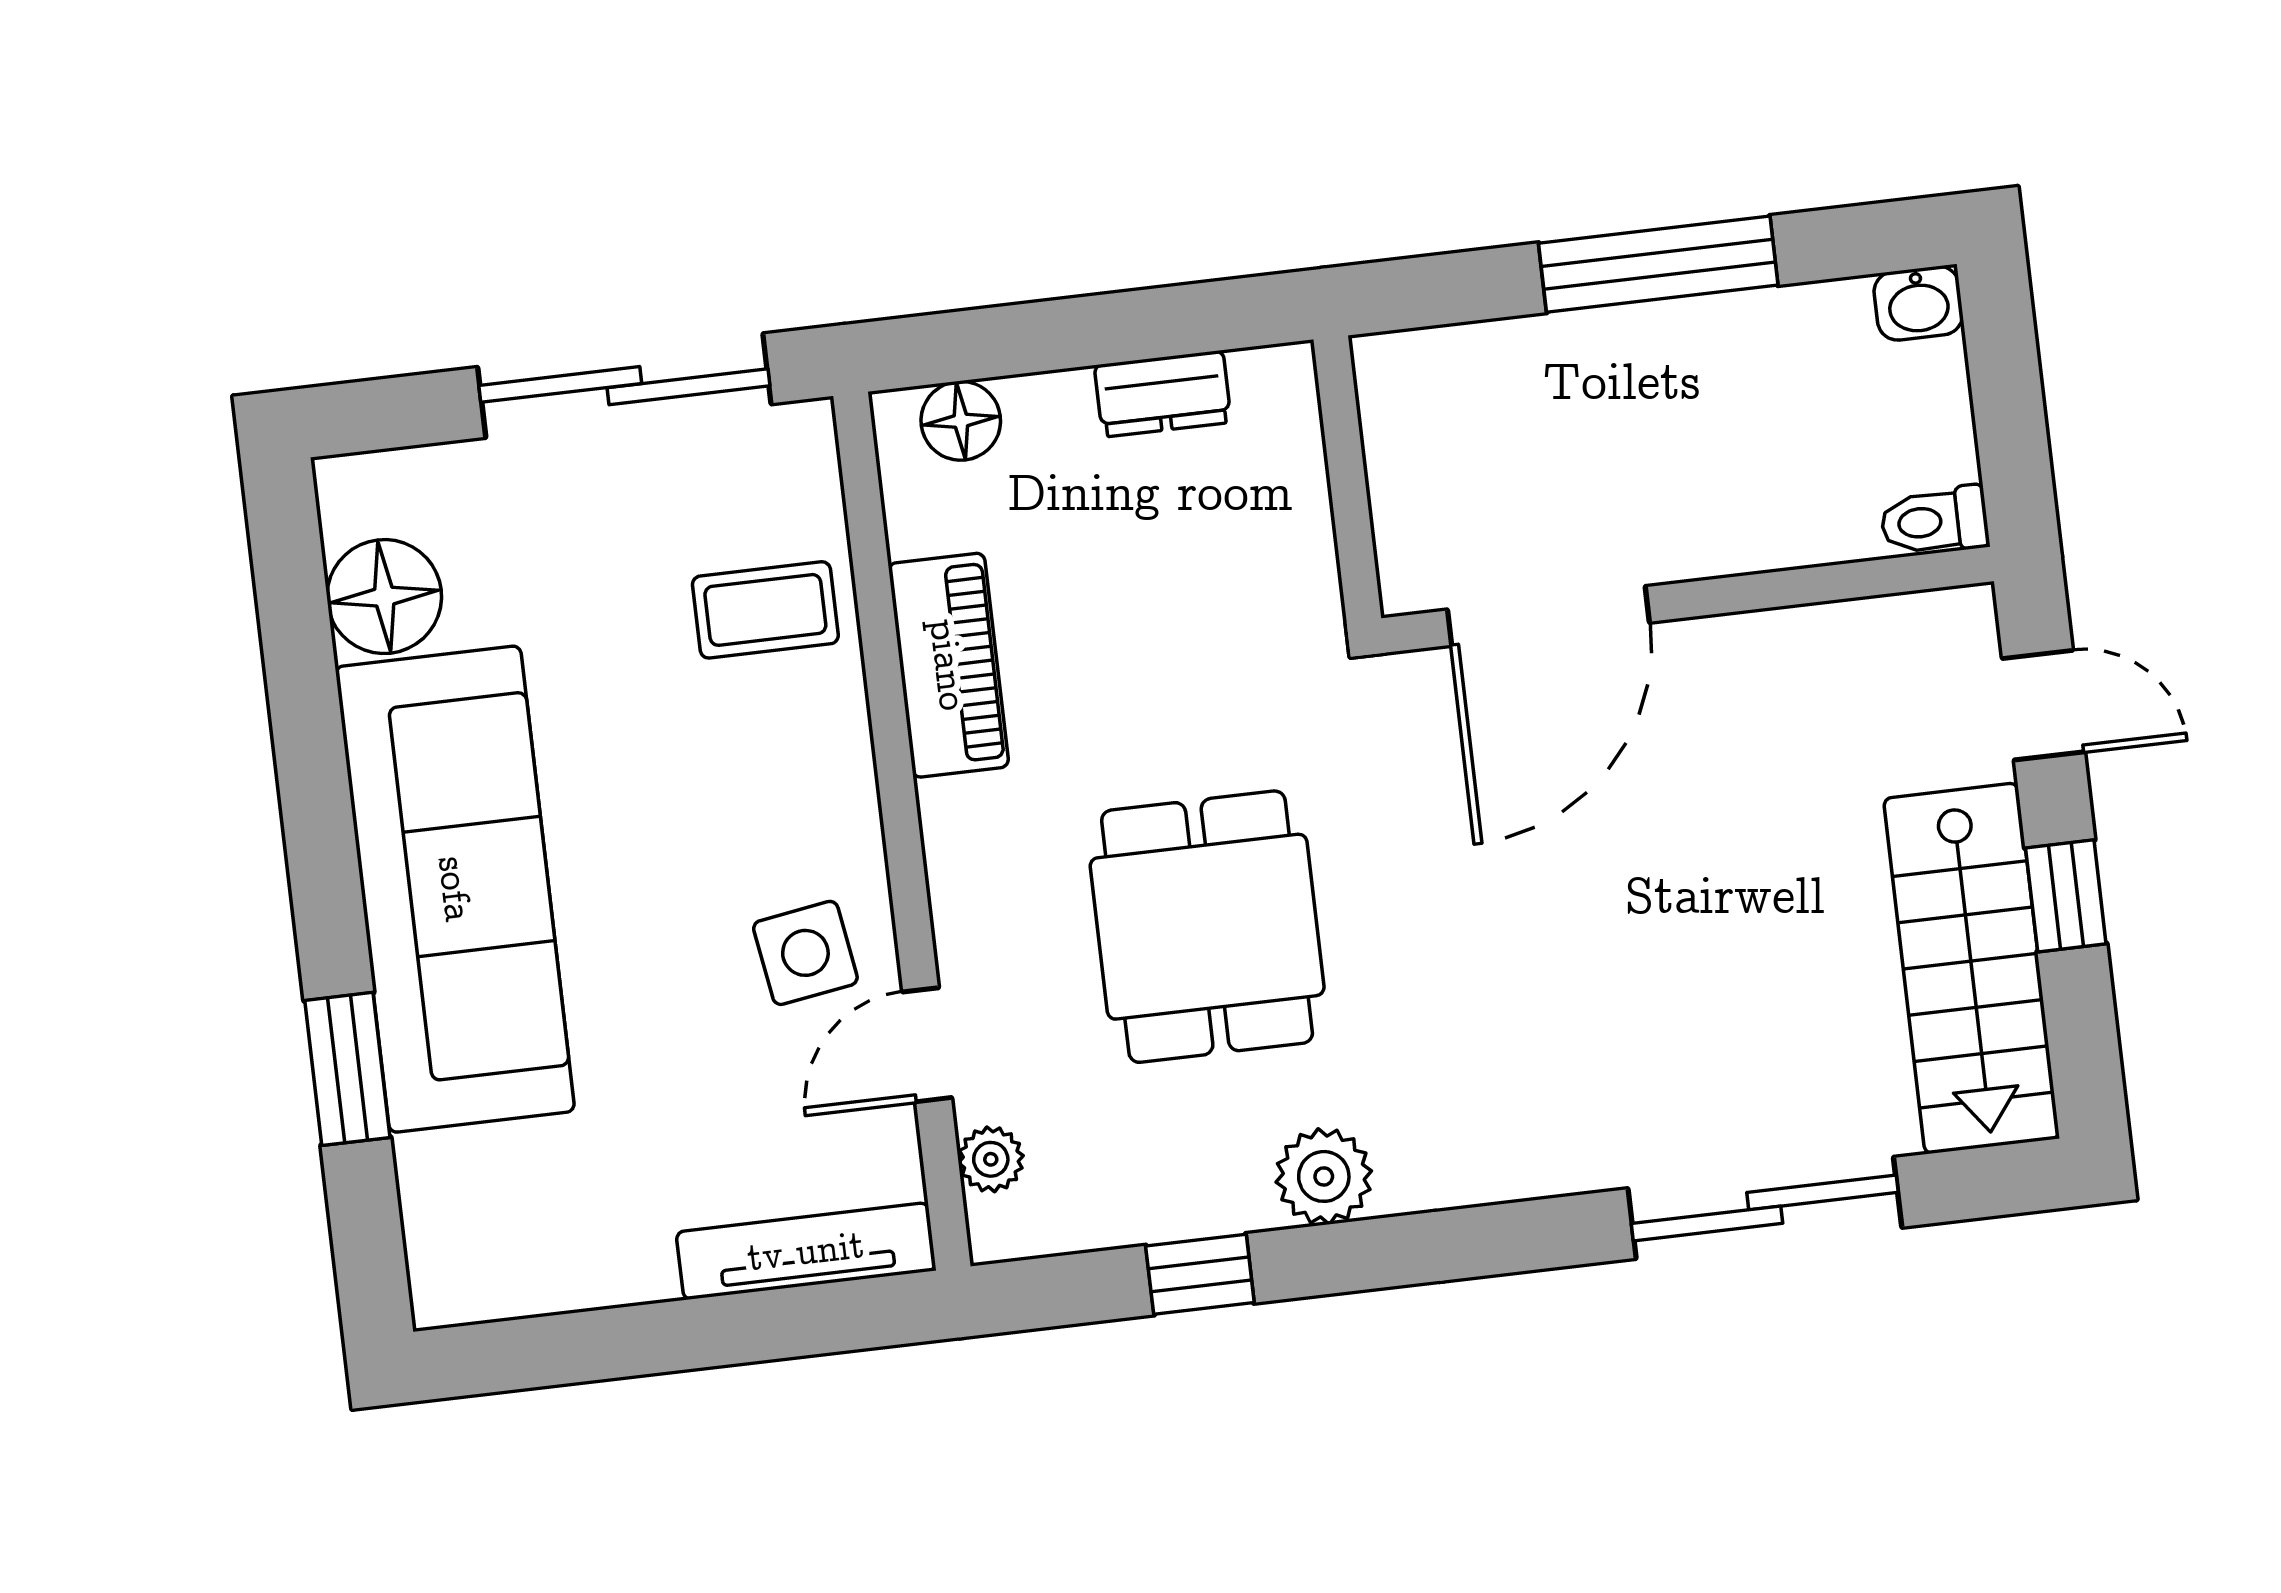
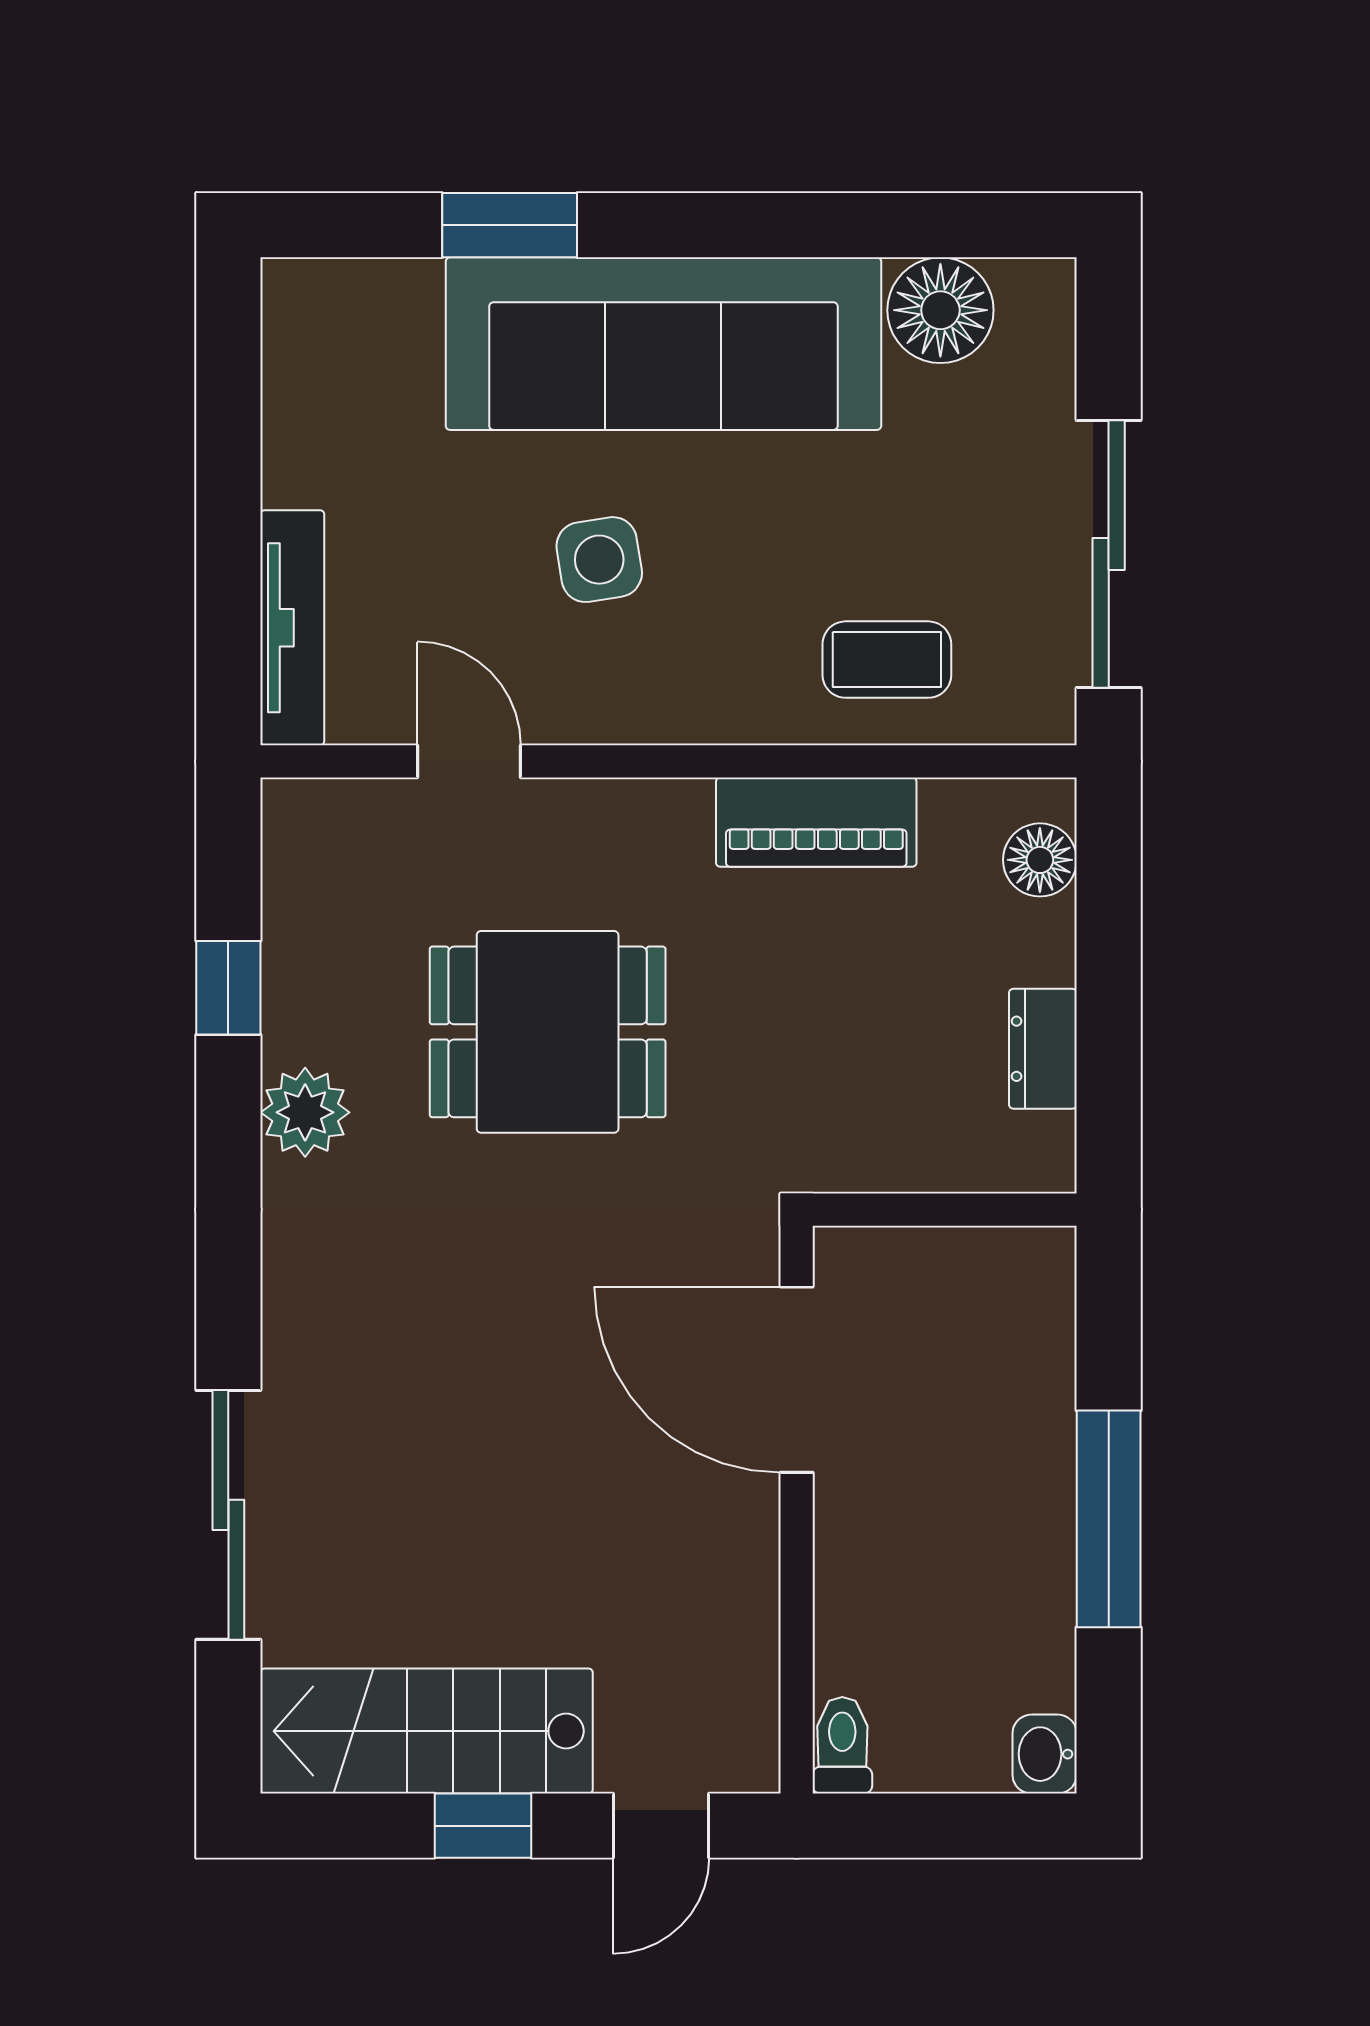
coffee table: (765, 610) -> (887, 660), turned 90
side table: (805, 953) -> (599, 560), moved
plant: (991, 1159) -> (357, 808), removed

